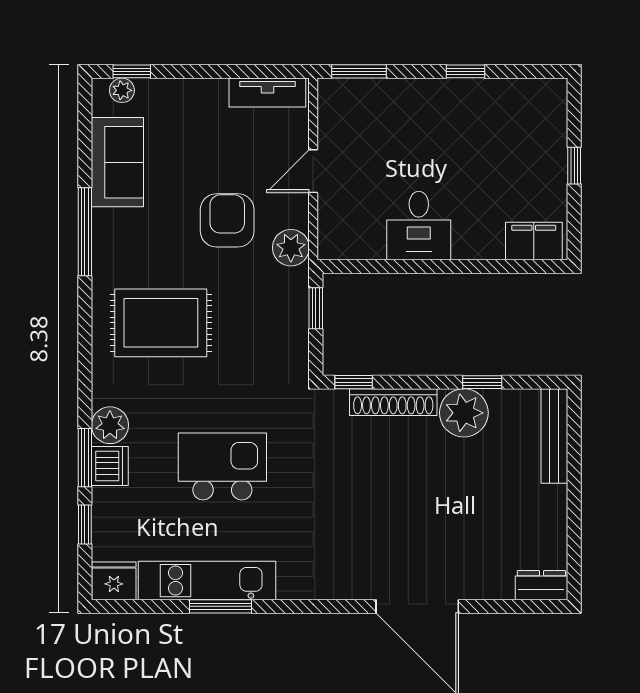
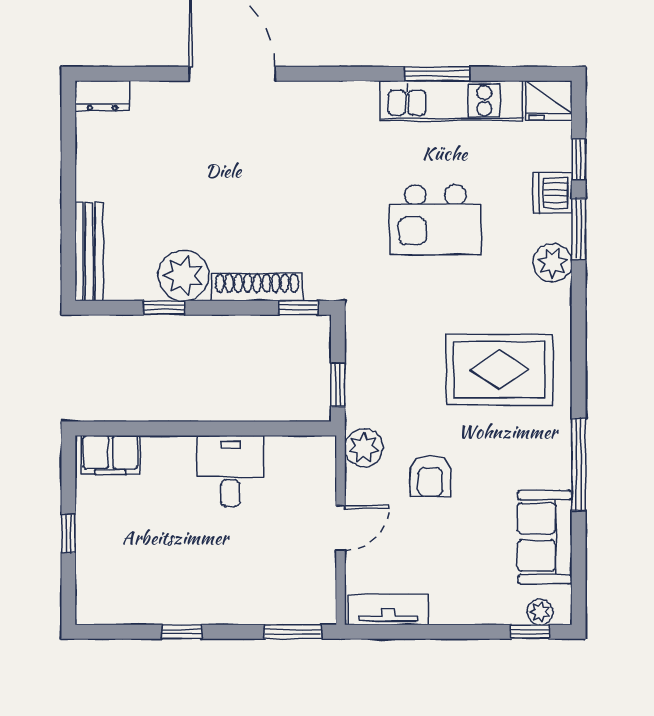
armchair: (227, 220) -> (430, 476), width x0.72, depth x0.72
dishwasher: (110, 466) -> (553, 193), moved

